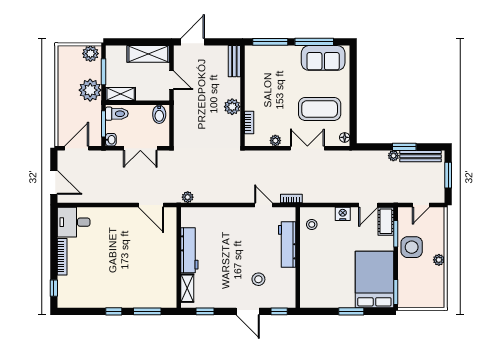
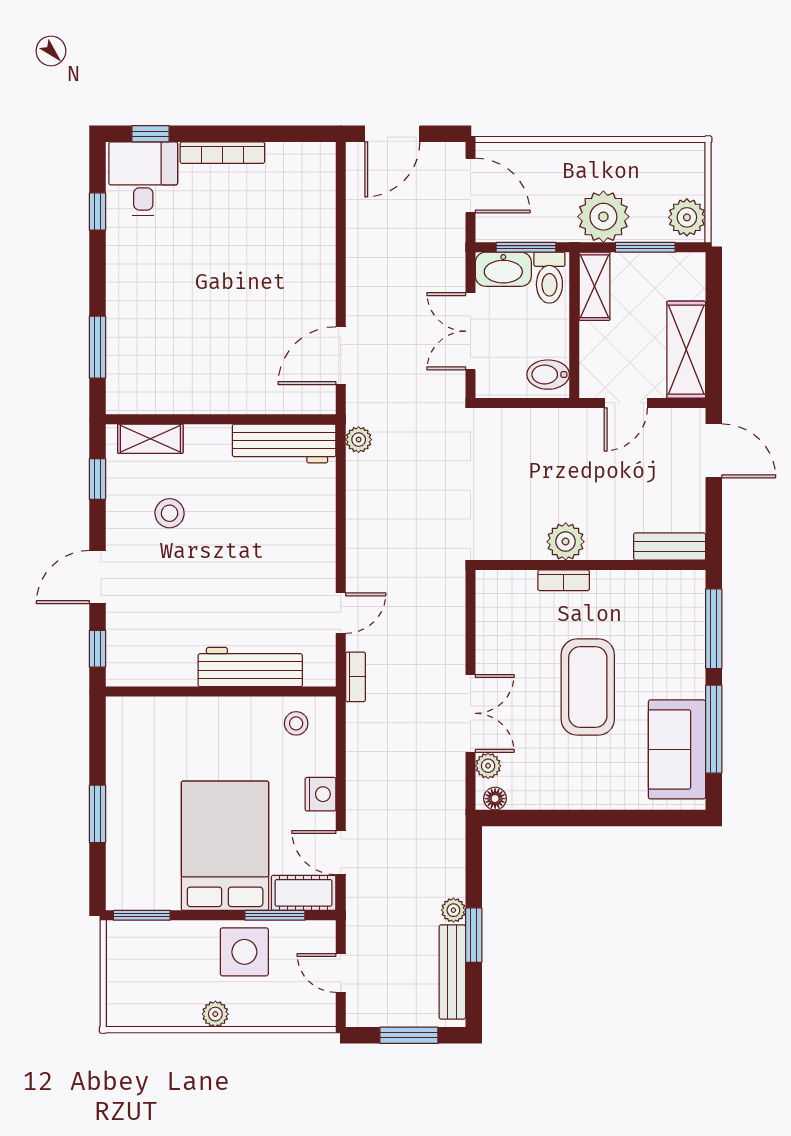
coffee table: (320, 109) -> (588, 687), moved
bookcase: (249, 123) -> (564, 580), moved
washbasin: (111, 140) -> (503, 269), width x1.91, depth x1.45
plant: (275, 141) -> (488, 766), moved
desk: (74, 222) -> (143, 179), moved
workbench: (189, 250) -> (284, 443), moved
stool: (258, 279) -> (170, 513), moved
bed: (374, 279) -> (225, 846), moved, turned -90
window: (114, 311) -> (98, 212), moved

